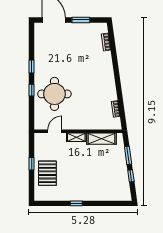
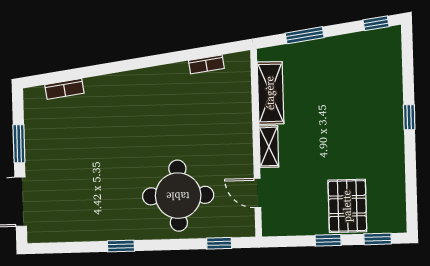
window: (32, 90) -> (219, 243), moved
pallet: (47, 173) -> (347, 206), turned 90
window: (131, 176) -> (376, 23), moved
window: (32, 187) -> (378, 239), added
window: (76, 203) -> (409, 117), moved

